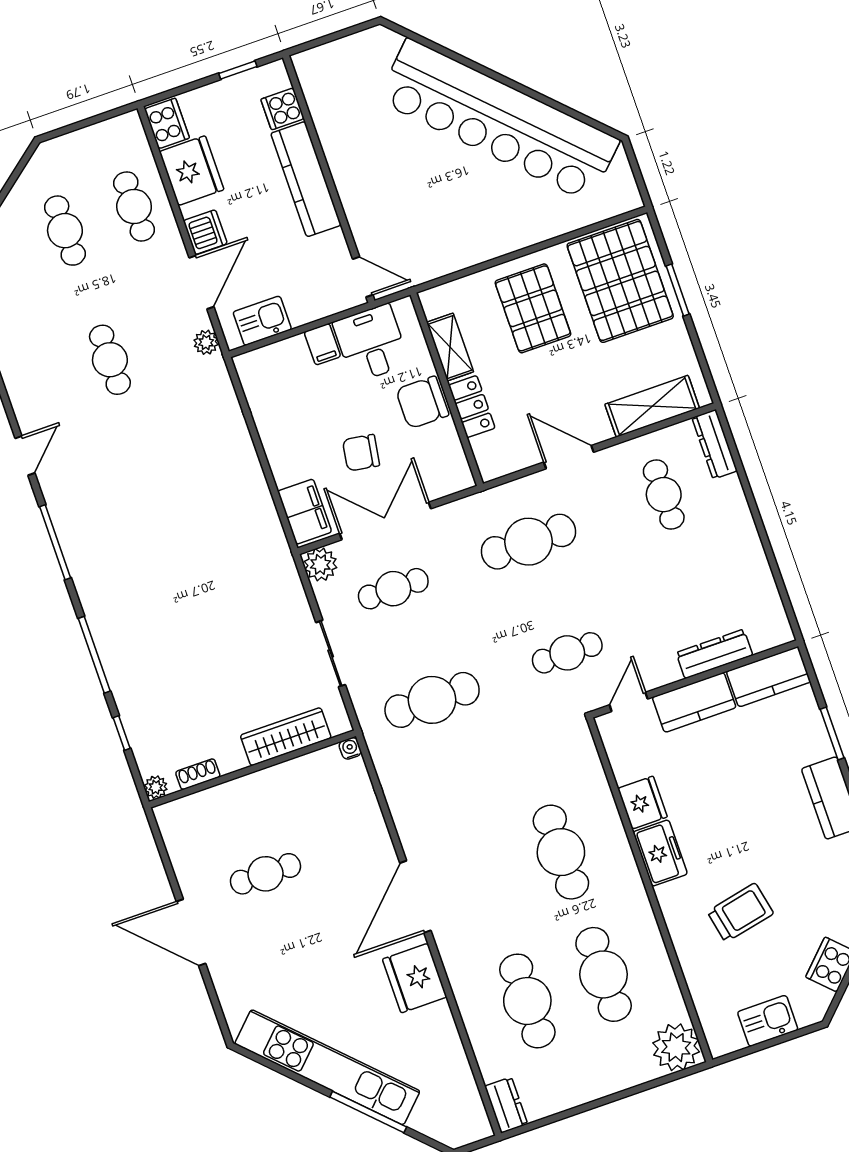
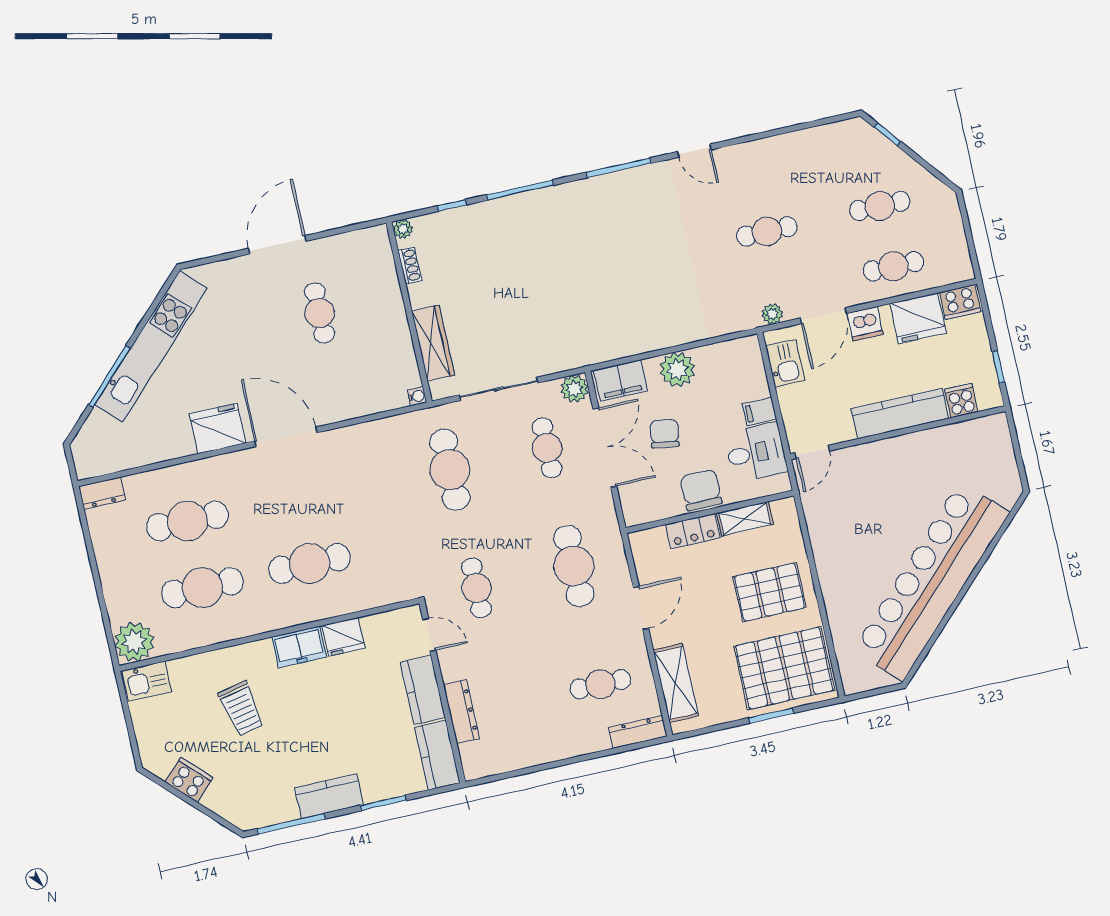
door: (201, 282) -> (823, 316), hinge flipped
plant: (284, 446) -> (677, 369), added
sliding door: (331, 654) -> (499, 389), width x1.37
kitchen sink: (768, 1021) -> (147, 681), moved, turned 90

